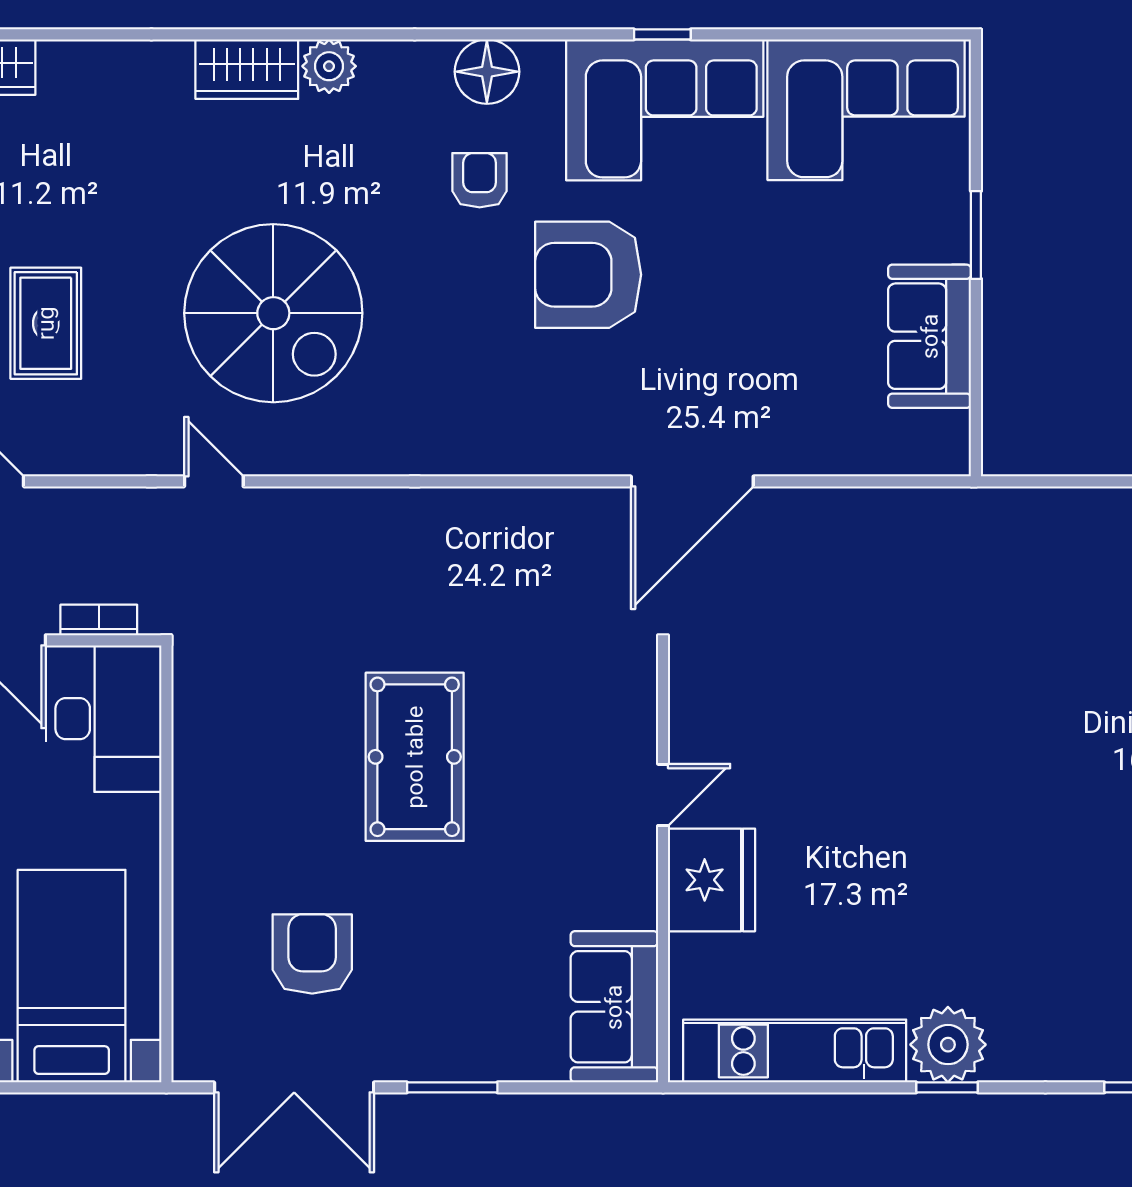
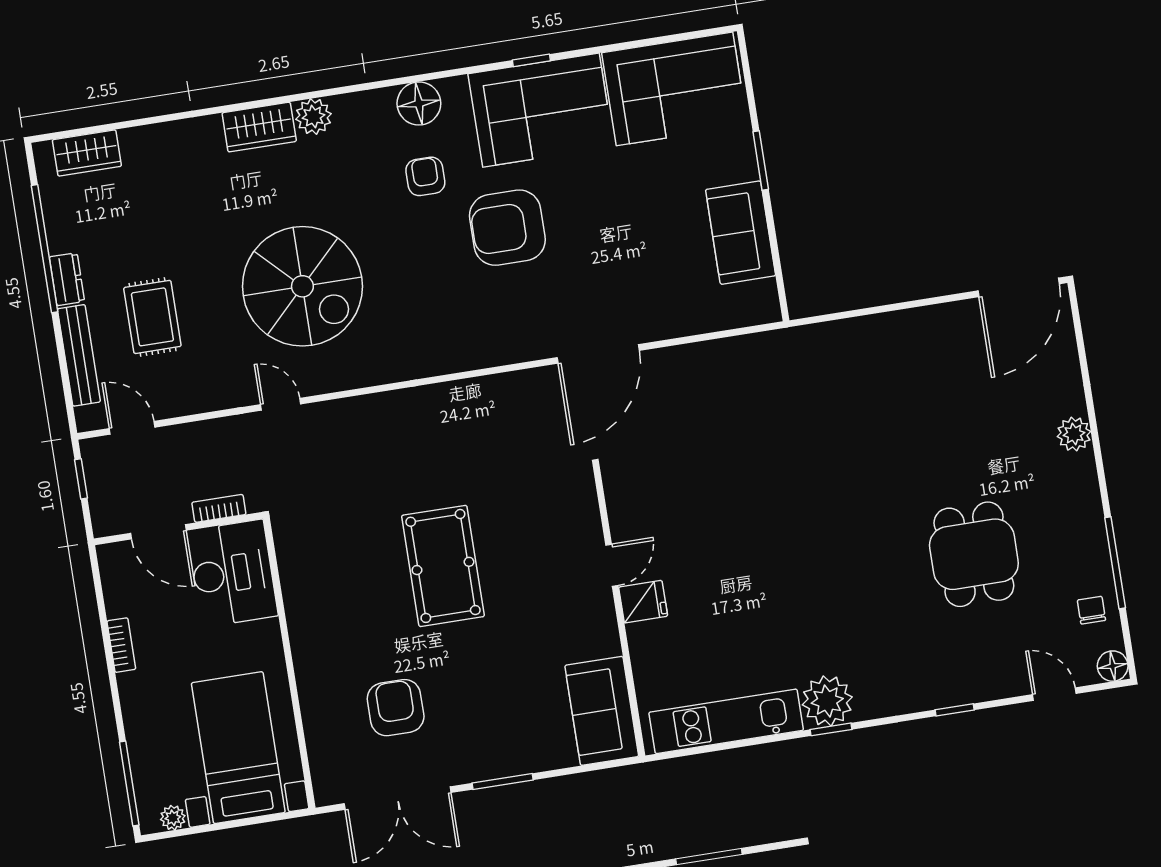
fridge: (712, 880) -> (643, 602), width x0.53, depth x0.75

